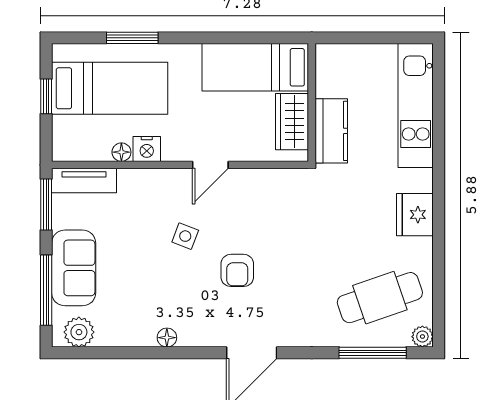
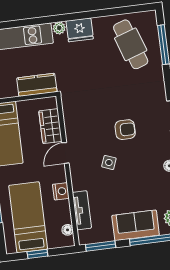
wardrobe: (292, 122) -> (50, 126), moved, turned 90
floor lamp: (121, 152) -> (68, 230), moved
door: (210, 165) -> (65, 153), swing flipped
tv unit: (84, 180) -> (82, 210), moved
plant: (422, 337) -> (59, 28), moved

